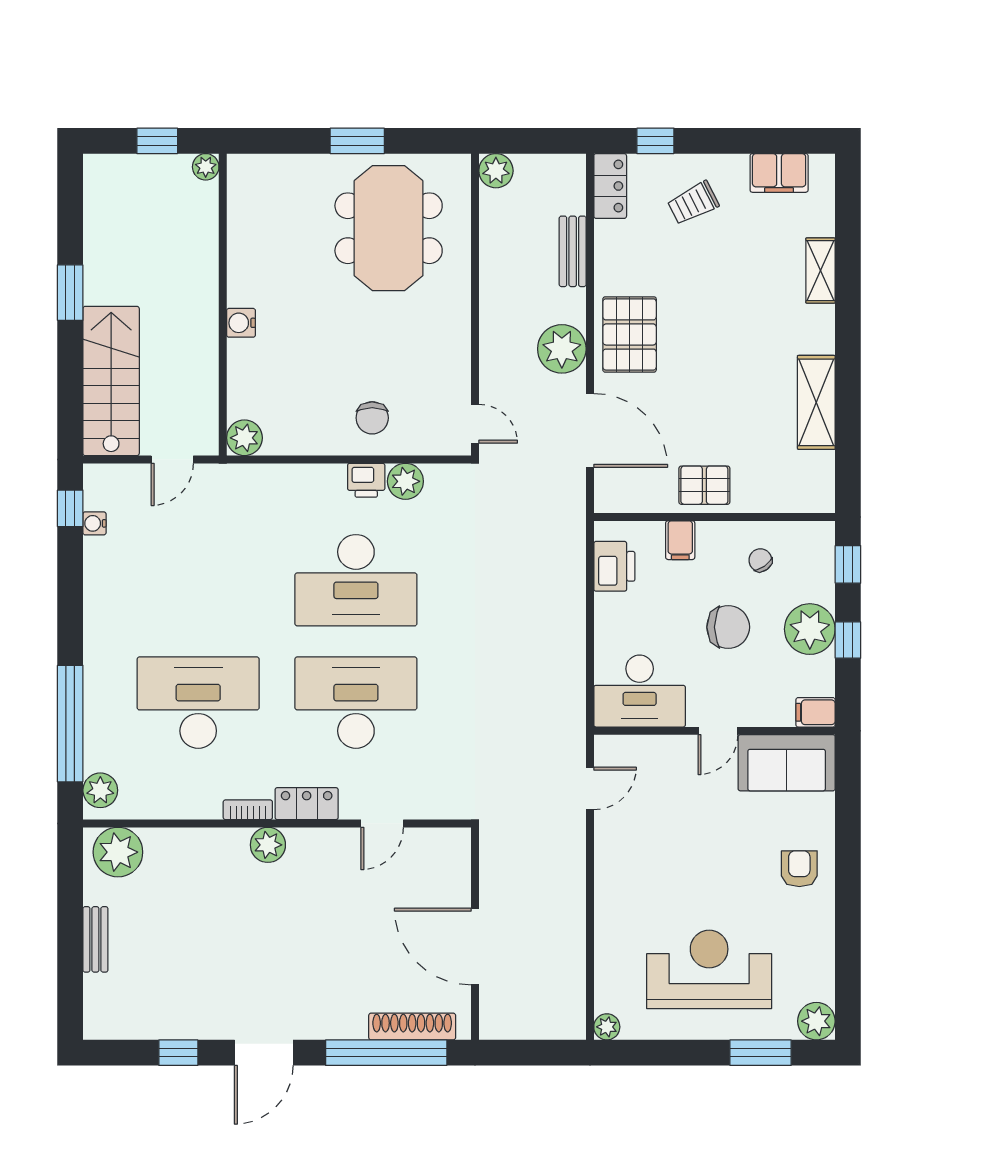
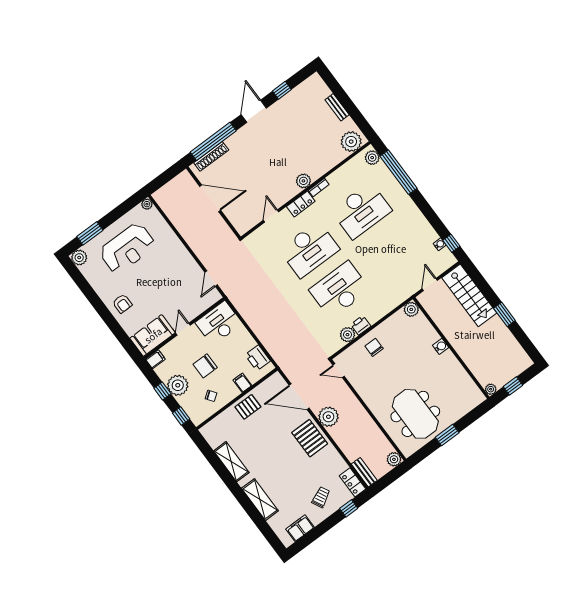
bench: (573, 251) -> (364, 472), moved
shelving: (820, 271) -> (260, 500), width x1.50, depth x1.33

